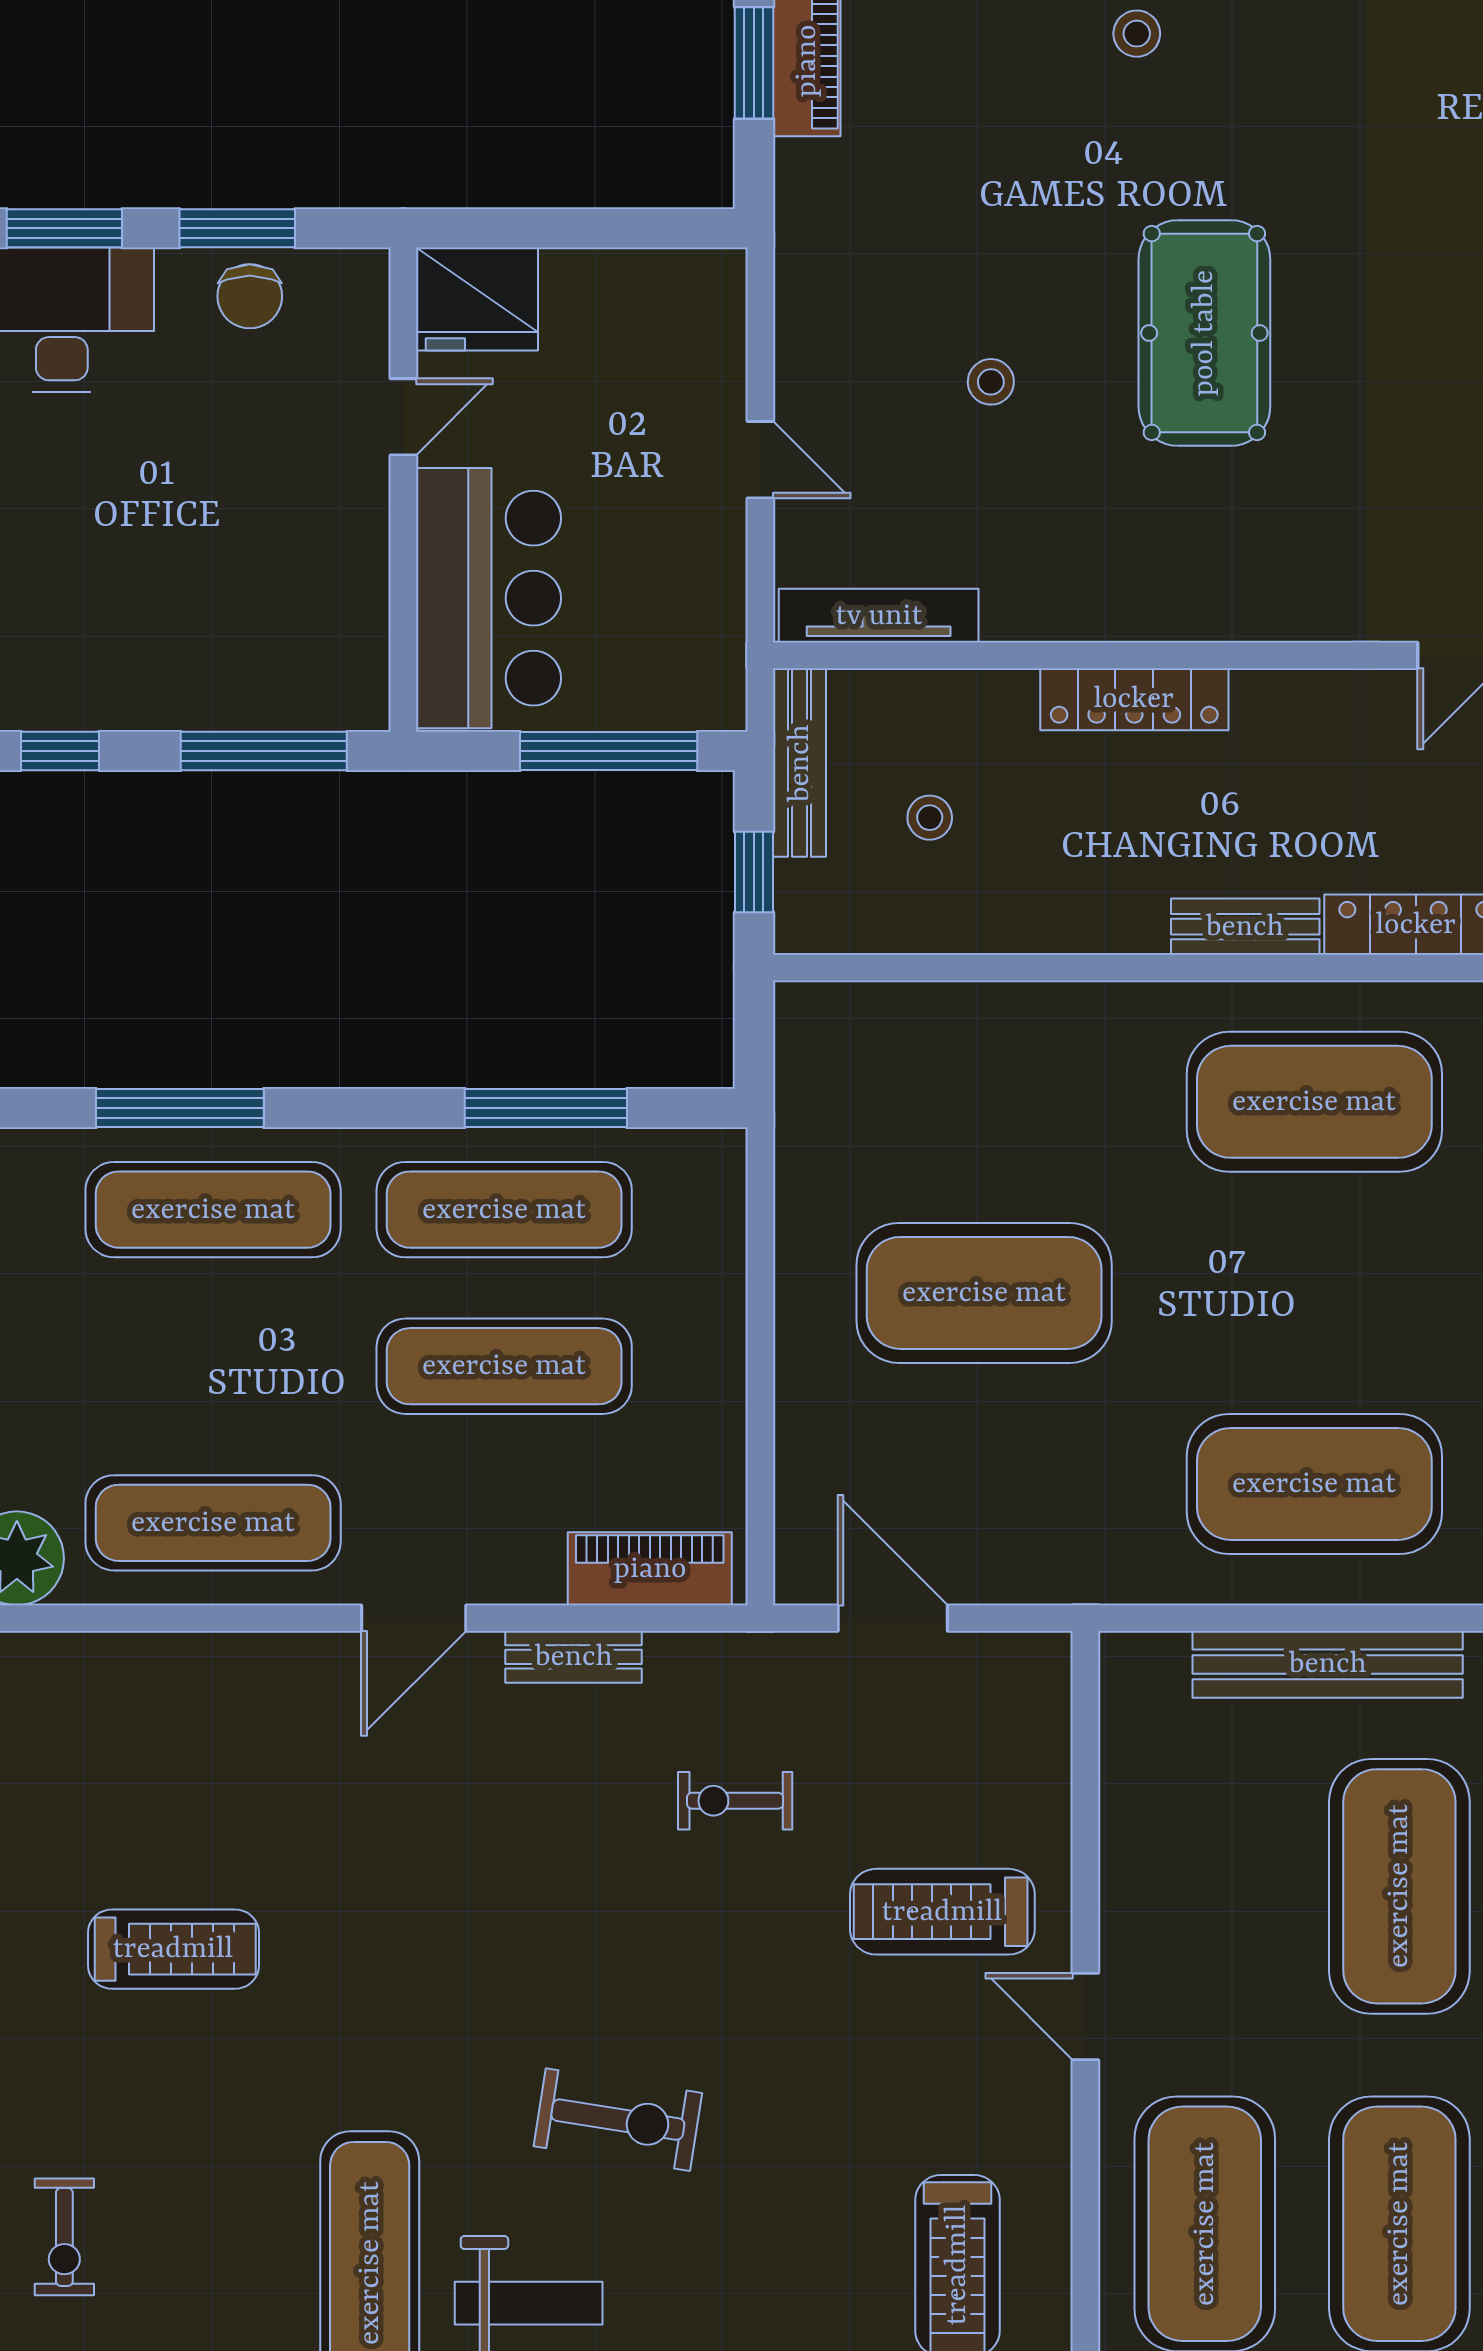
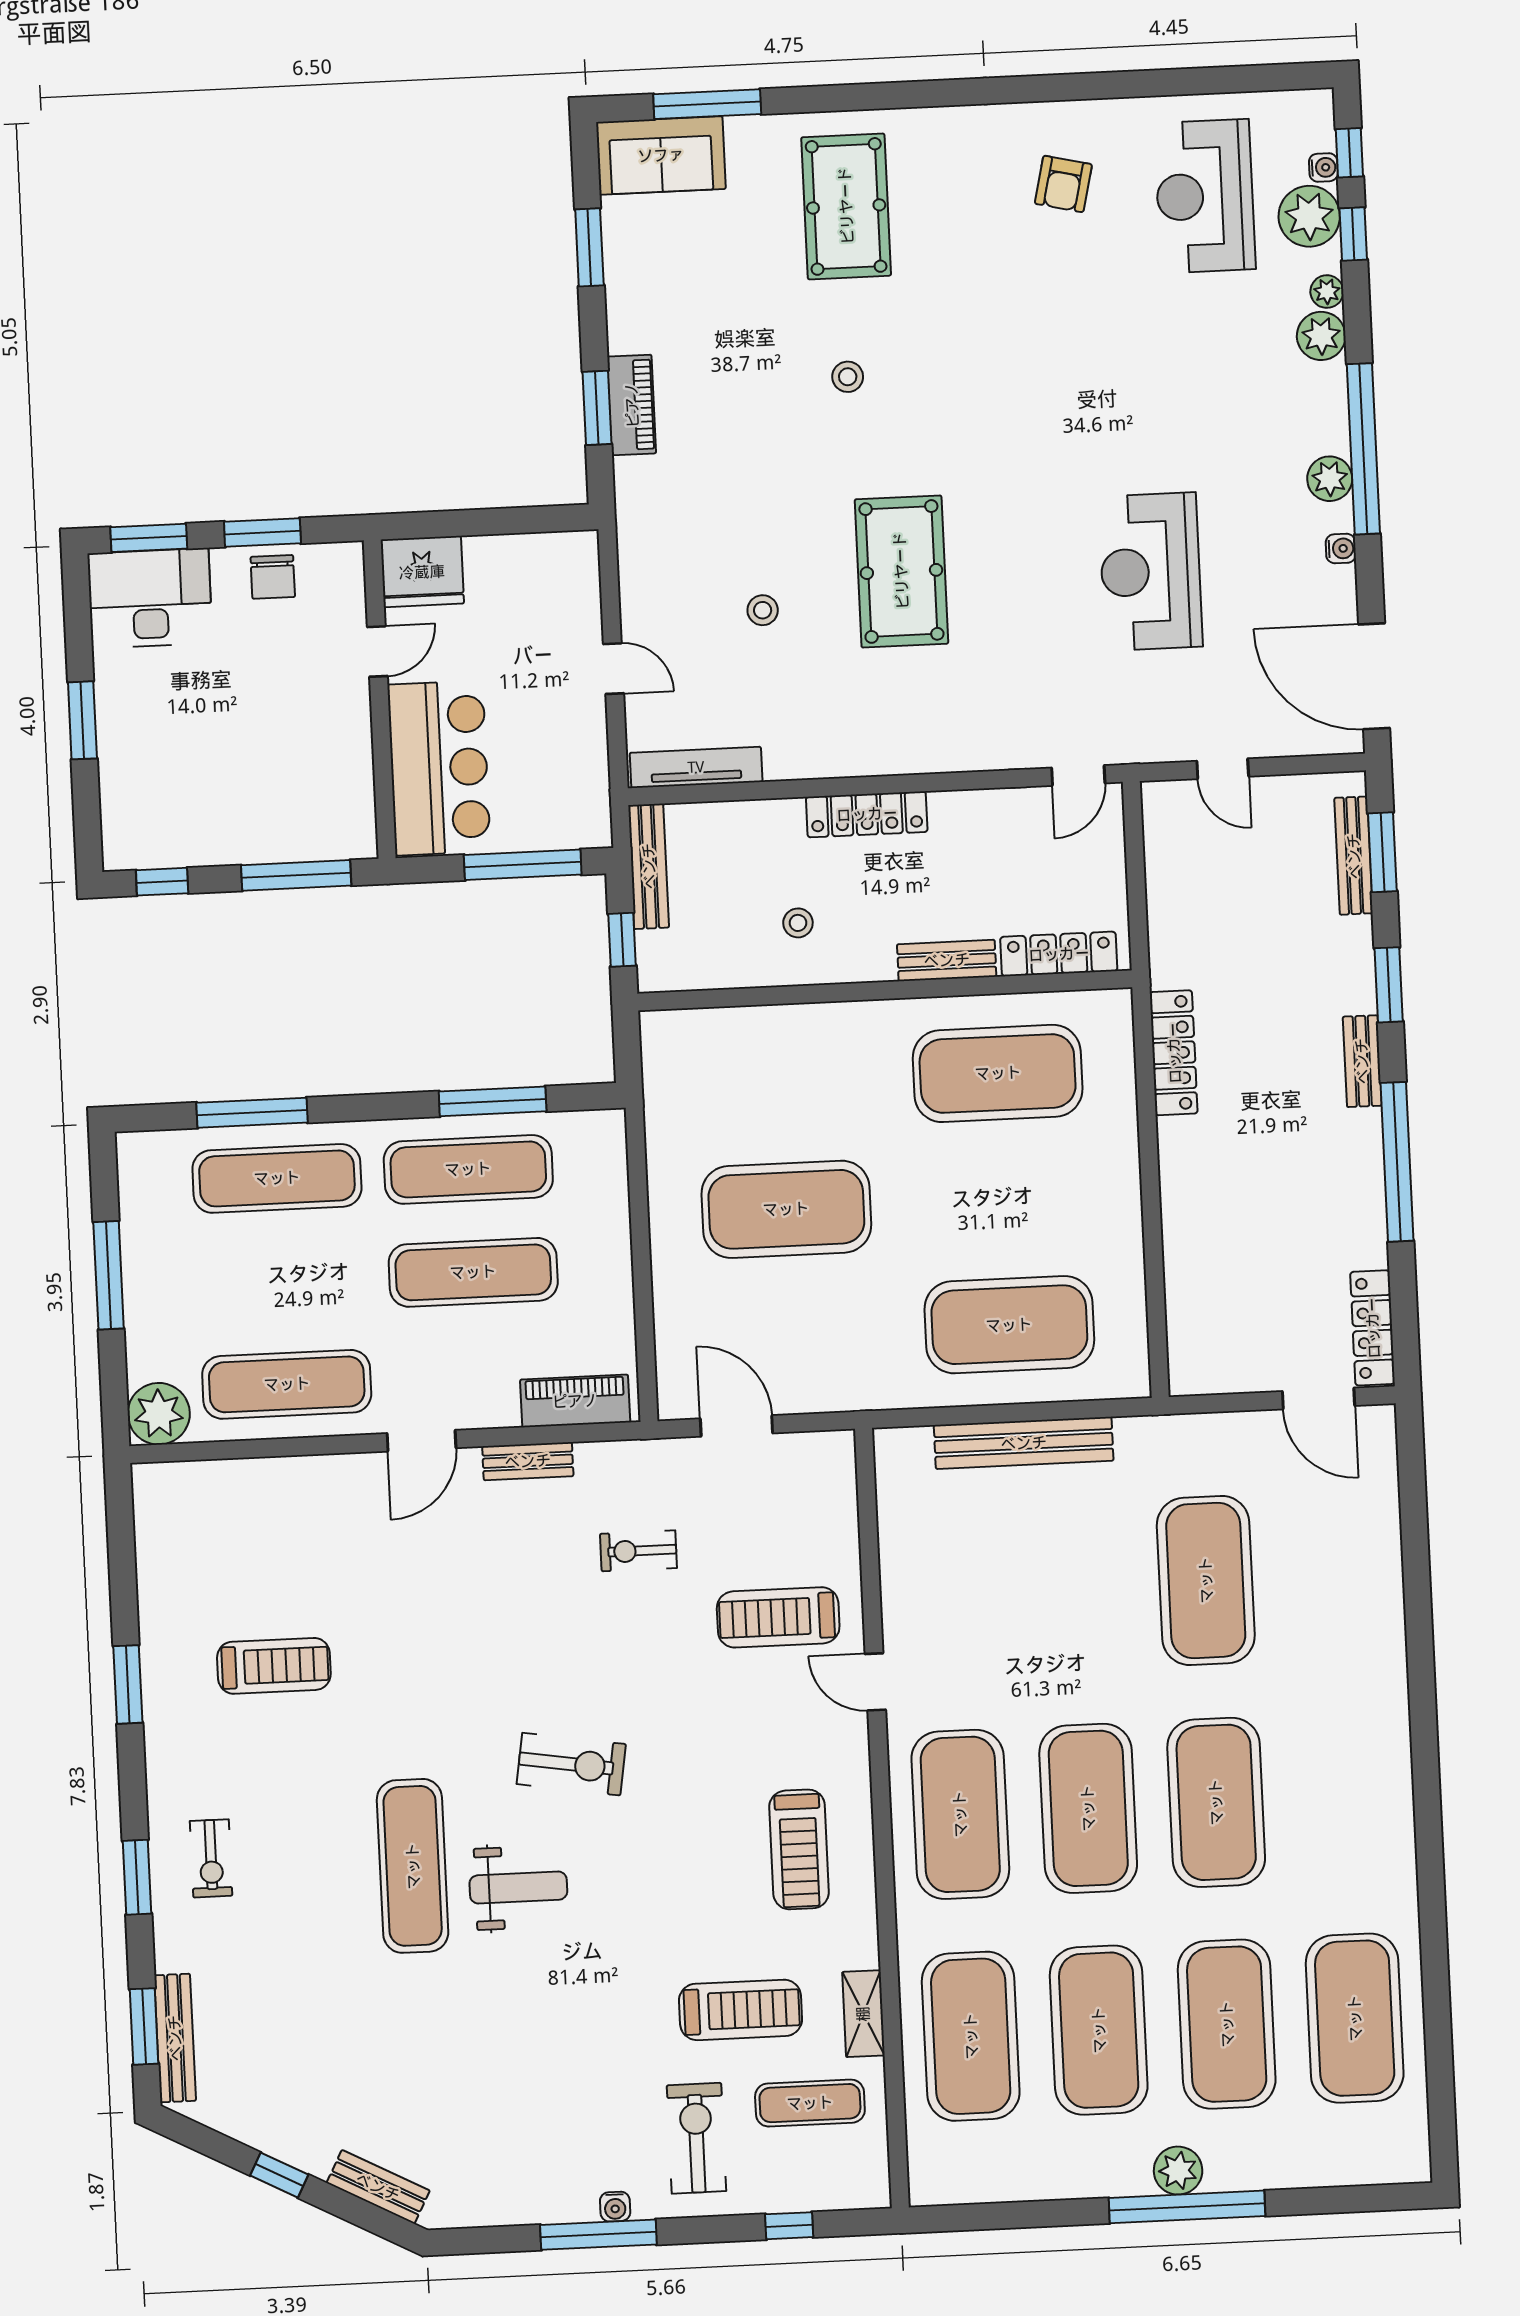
stool: (930, 818) -> (798, 923), moved
exercise mat: (1399, 1886) -> (1078, 1587), removed

